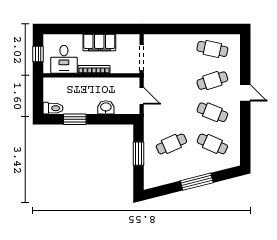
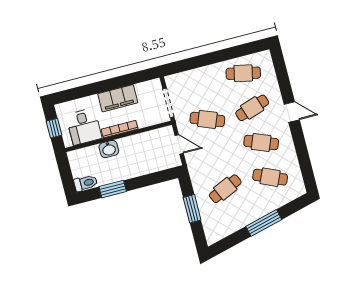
cafe table: (171, 81) -> (207, 119), added
washbasin: (106, 107) -> (109, 149), moved, turned 180

